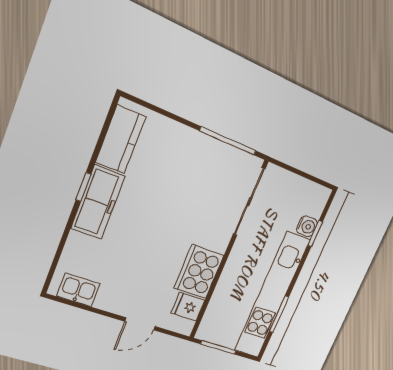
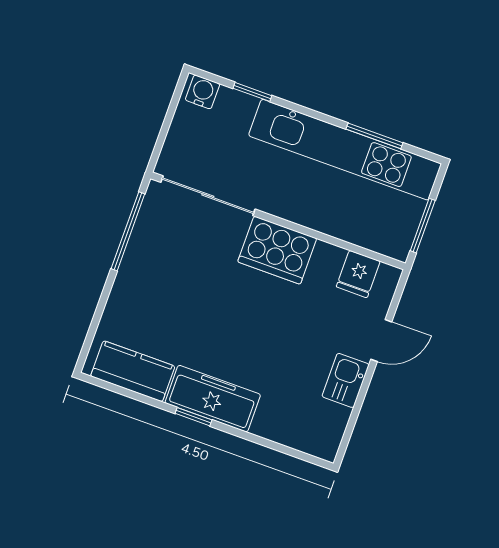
water cooler: (307, 226) -> (203, 92), moved
cooker: (199, 272) -> (277, 250), moved
kitchen sink: (78, 290) -> (346, 380), moved
door: (140, 324) -> (381, 341), hinge flipped

